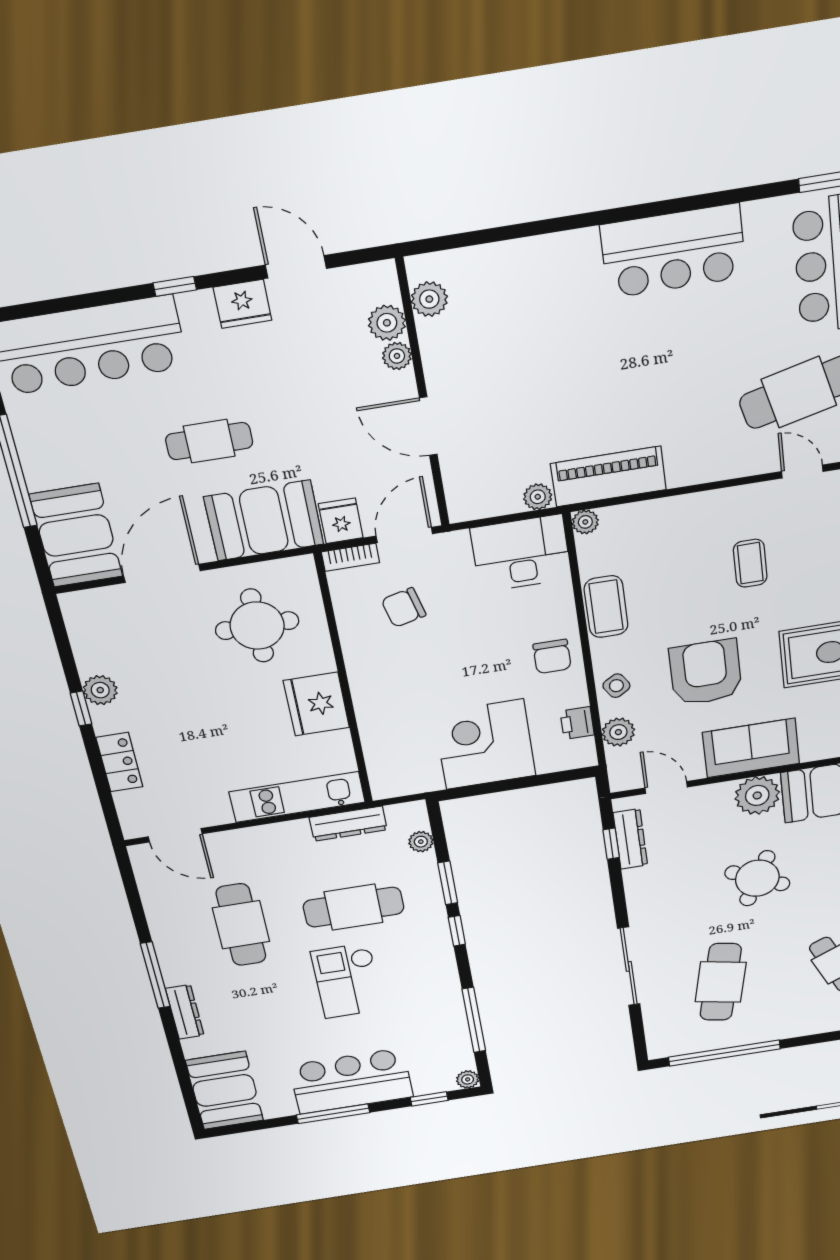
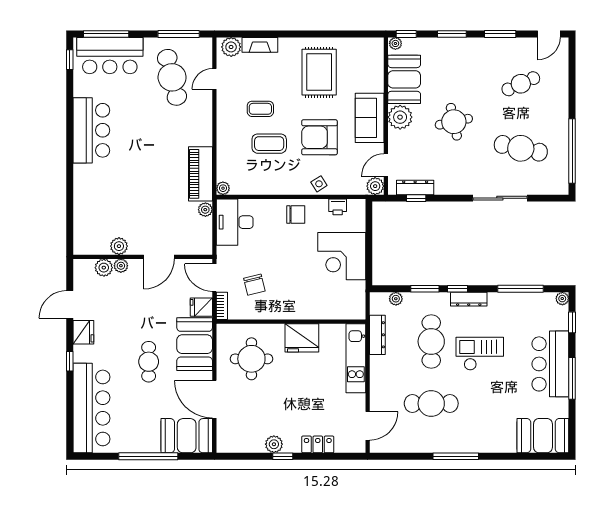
plant: (429, 299) -> (119, 246), moved
coffee table: (606, 607) -> (269, 144), moved
plant: (618, 732) -> (375, 186), moved
round table: (757, 878) -> (454, 122), turned -38
checkout: (347, 981) -> (480, 354), turned 180
dresser: (185, 1012) -> (469, 299), moved, turned 180

